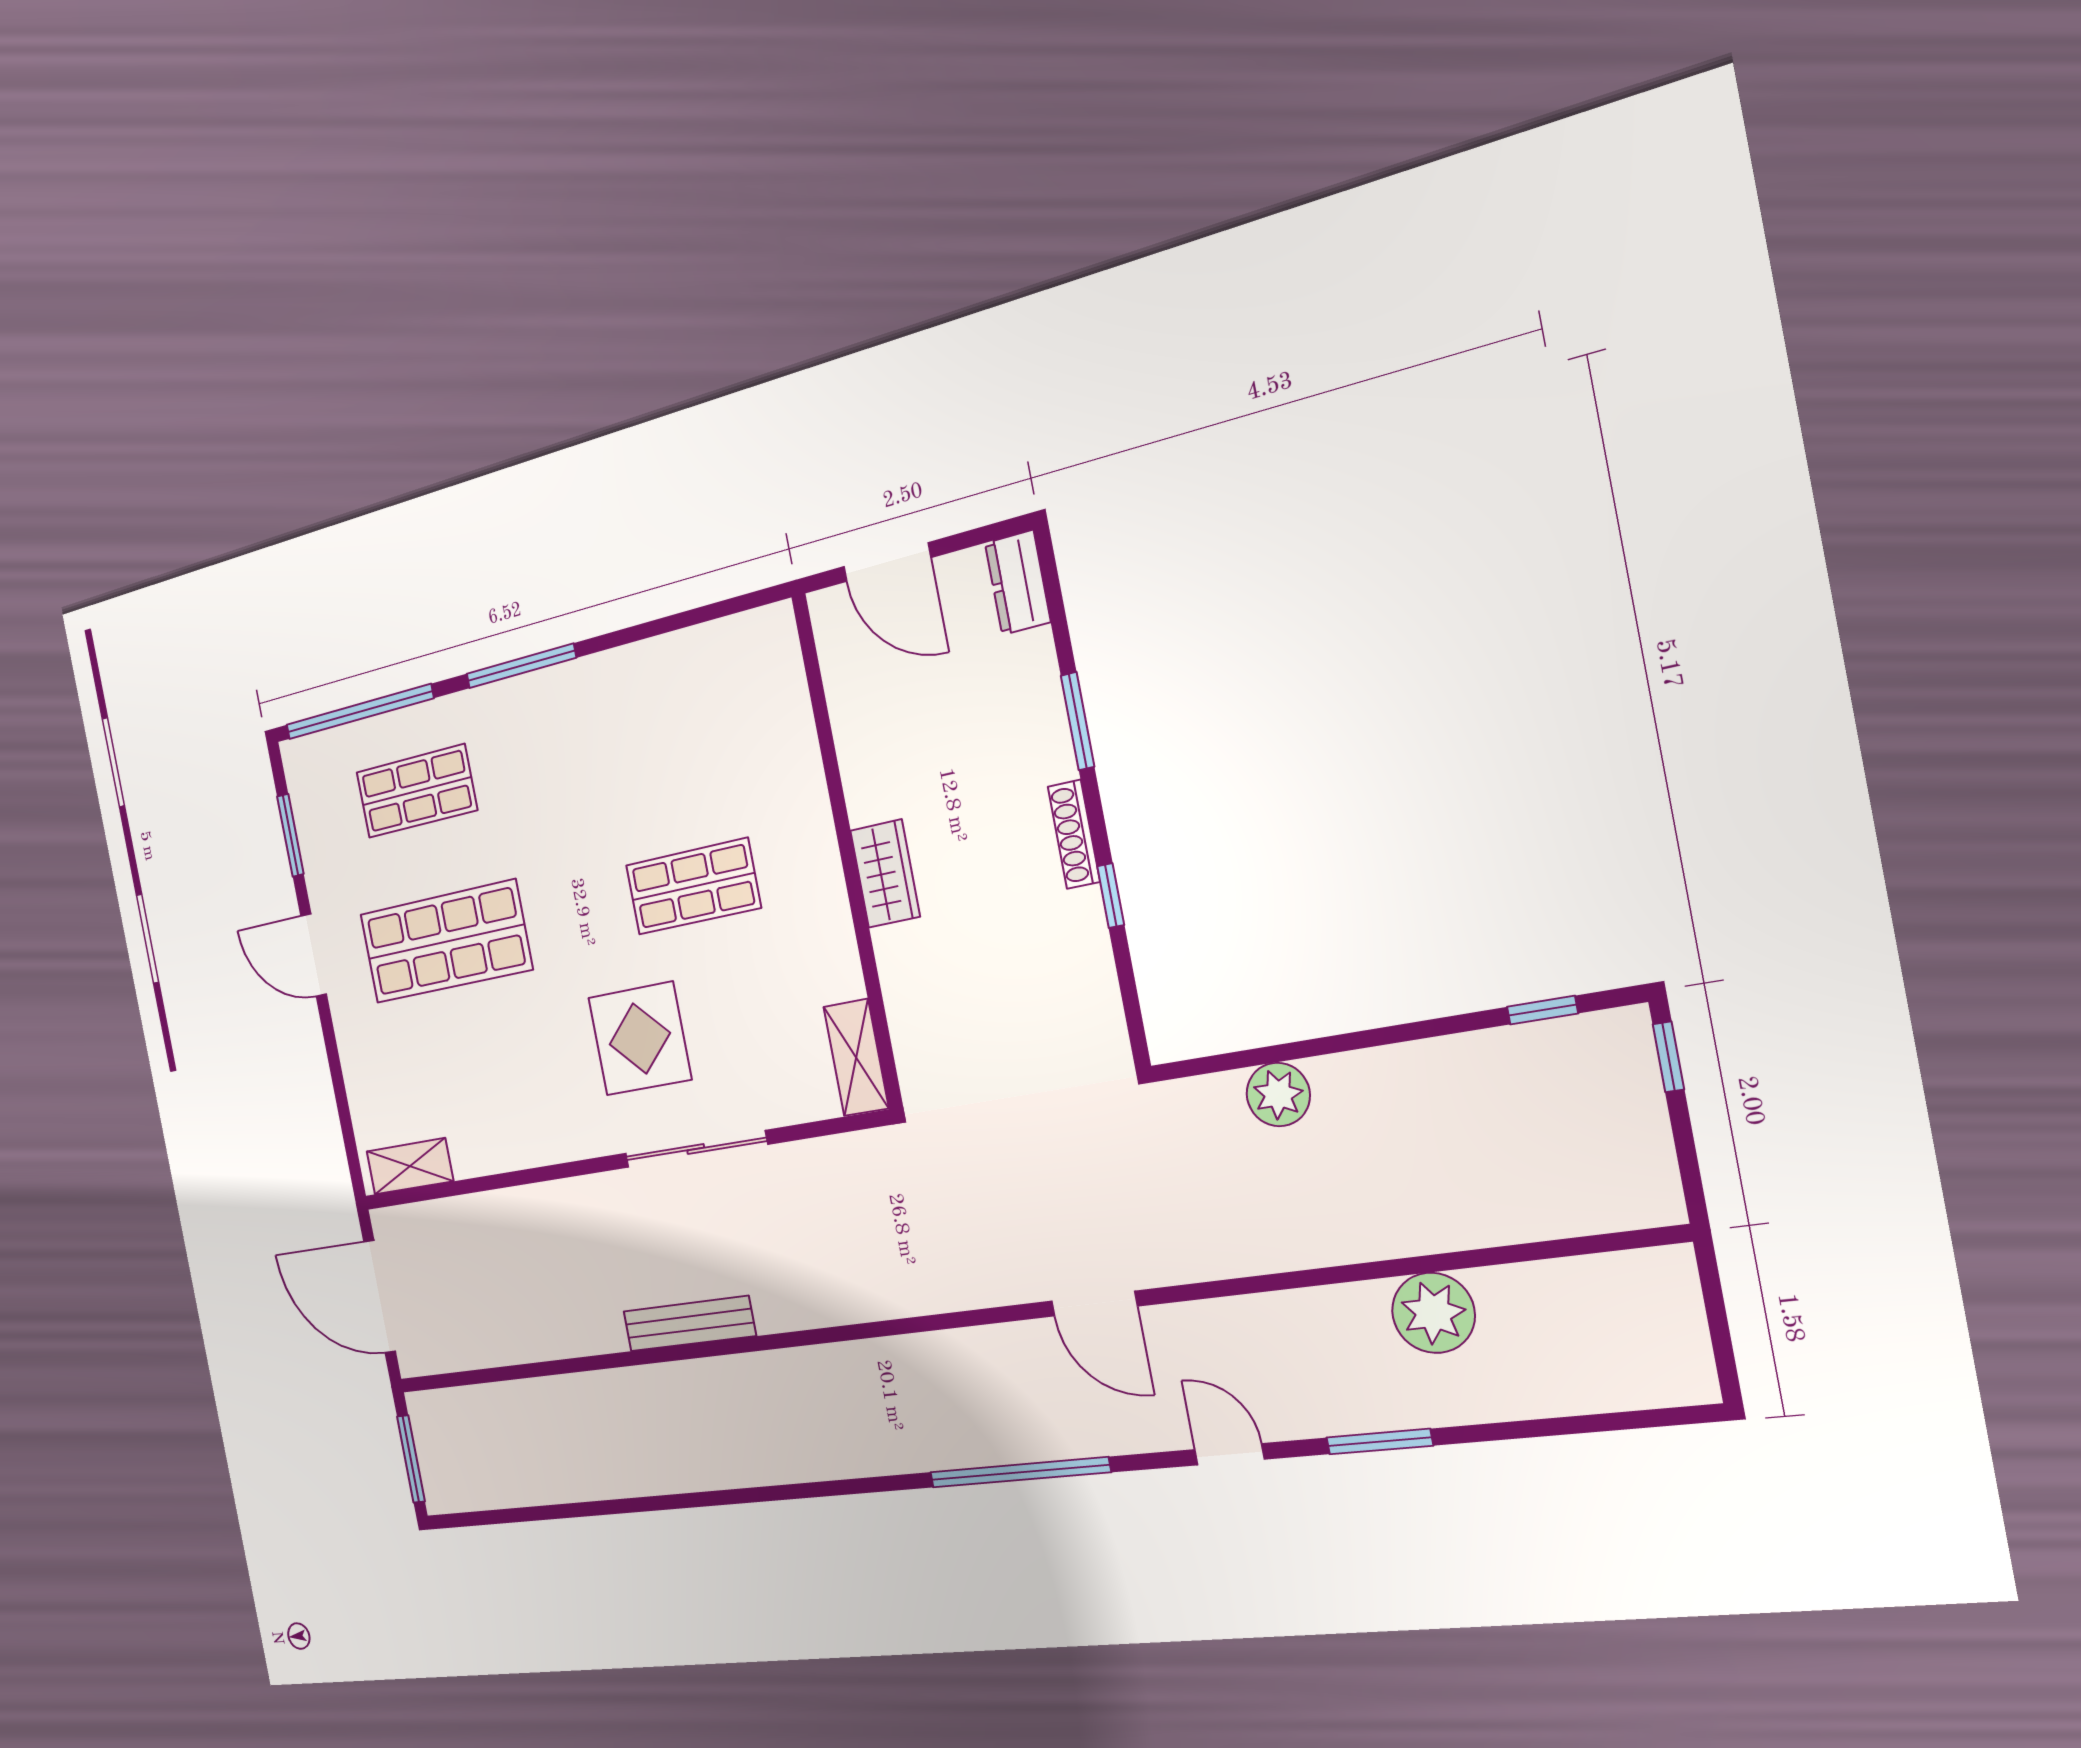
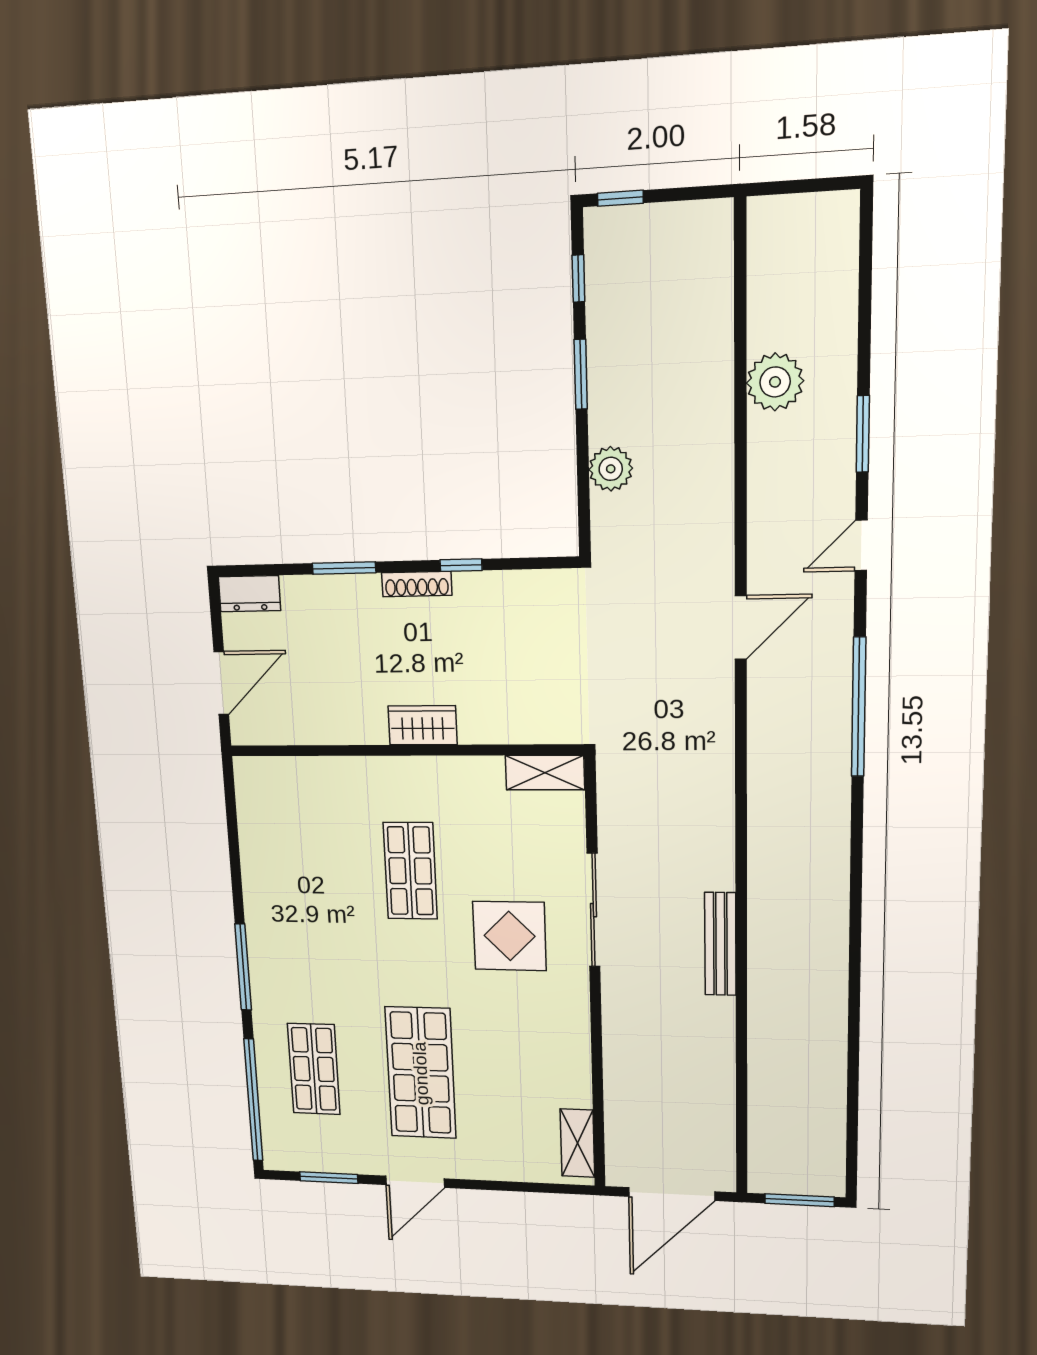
window: (1404, 1033) -> (581, 374), added

